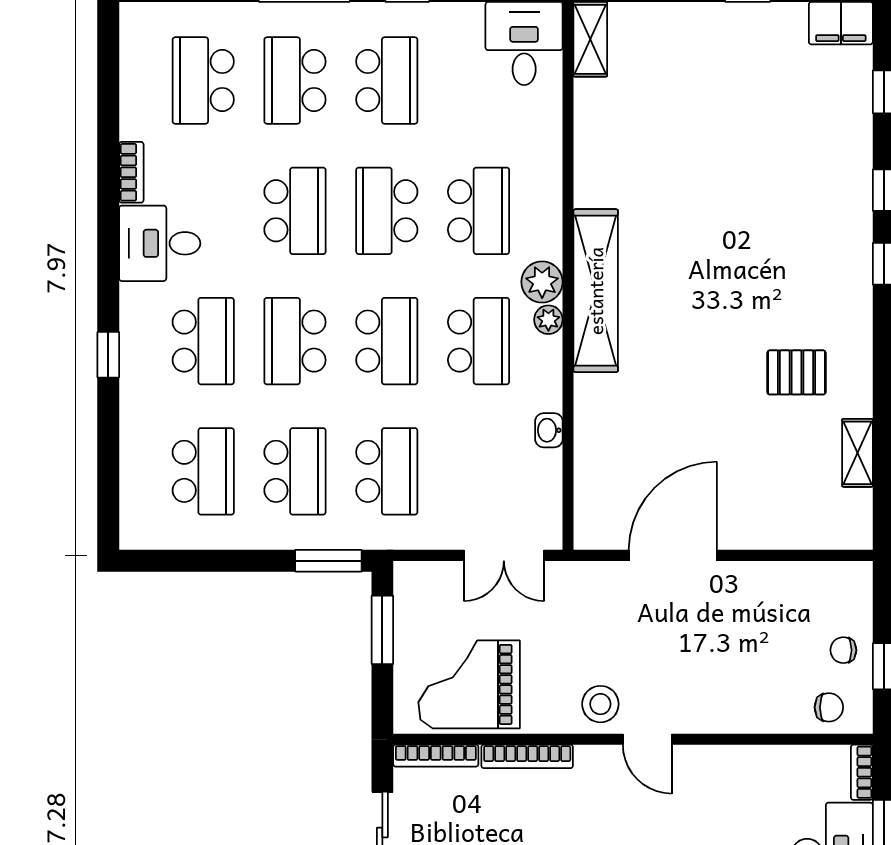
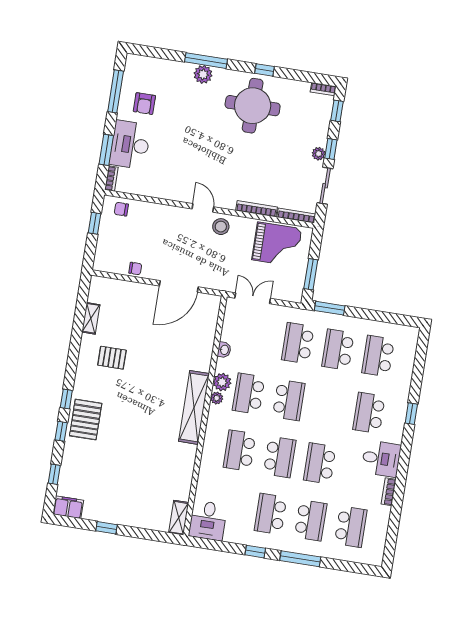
pallet: (833, 225) -> (86, 420), added
plant: (542, 282) -> (222, 382), moved
school desk: (295, 341) -> (329, 406), removed
school desk: (387, 341) -> (289, 400), turned 180
chair: (843, 650) -> (135, 268), moved

